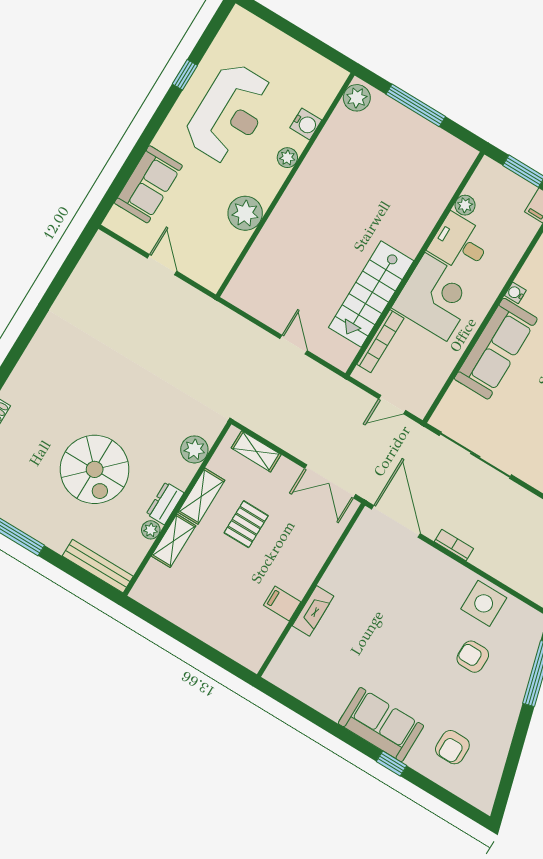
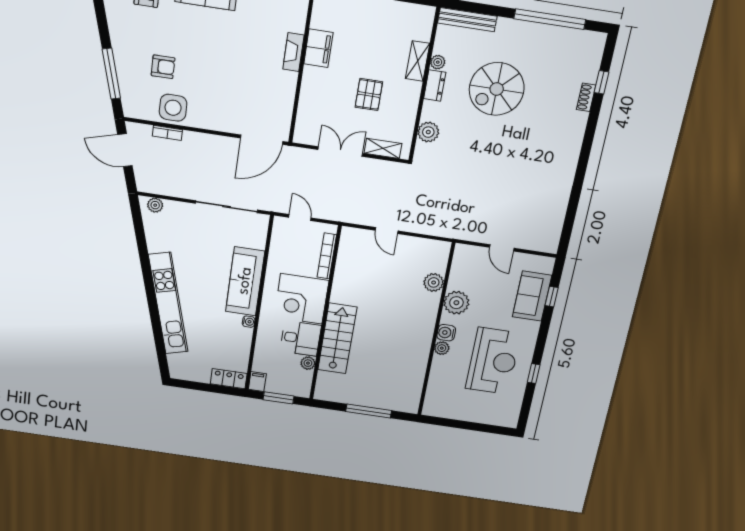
plant: (357, 98) -> (434, 282), moved
reception desk: (230, 113) -> (493, 361), turned 180
water cooler: (306, 124) -> (446, 333), moved
window: (125, 174) -> (552, 297), added
stairs: (371, 294) -> (337, 338), moved
door: (392, 405) -> (300, 218), hinge flipped
spiral stairs: (95, 469) -> (497, 89), turned -90
double door: (330, 481) -> (340, 152), moved
shelving: (201, 496) -> (410, 101), removed
door: (396, 521) -> (262, 140), hinge flipped
bookcase: (454, 545) -> (167, 133), moved
filing cabinet: (282, 604) -> (318, 48), width x2.00

